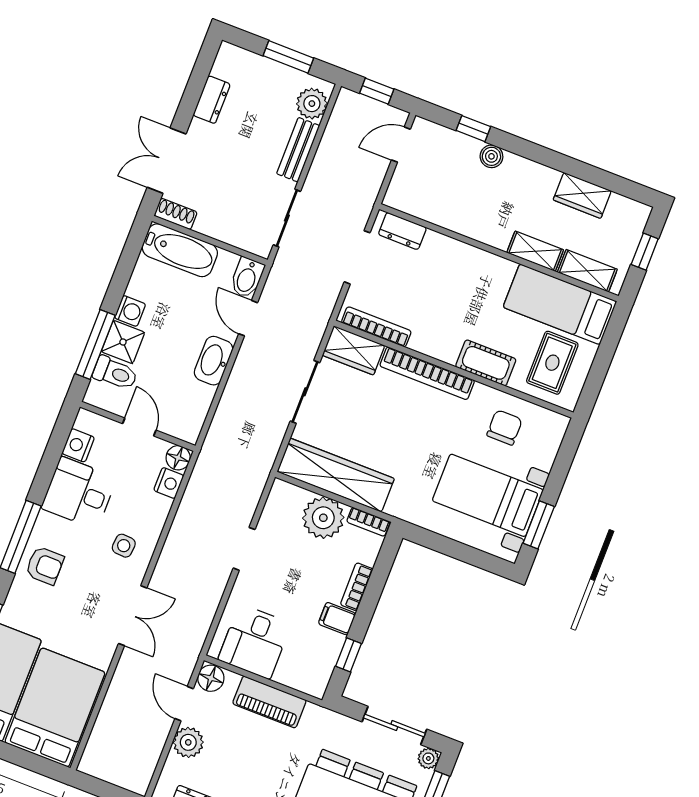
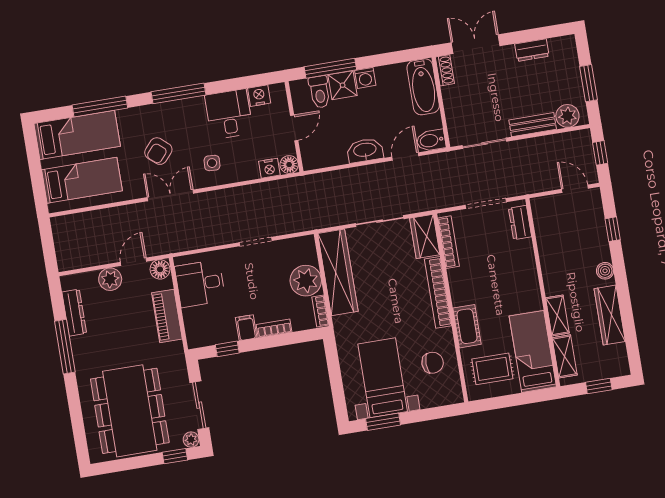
boiler: (491, 156) -> (605, 271), moved
wardrobe: (582, 195) -> (610, 315), width x1.50
armchair: (45, 565) -> (158, 151), moved, turned 41
double door: (133, 616) -> (170, 195), swing flipped
bed: (55, 707) -> (82, 180), width x0.67

